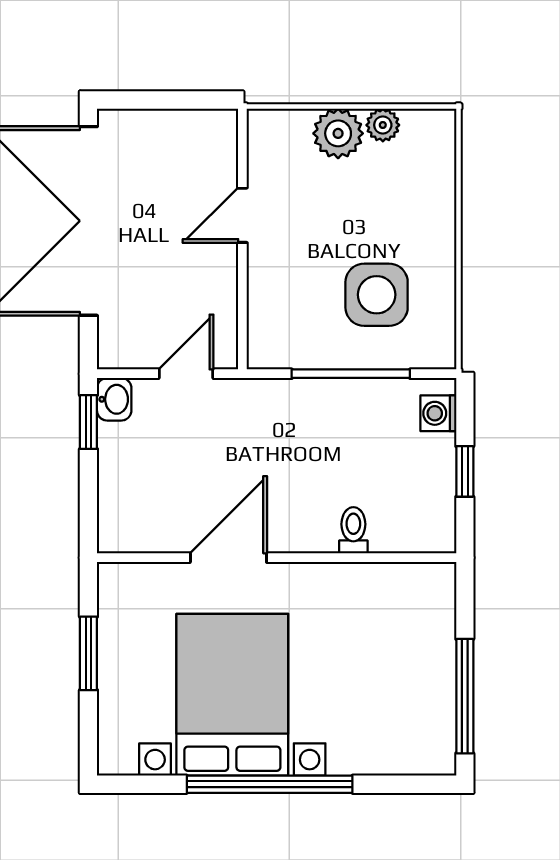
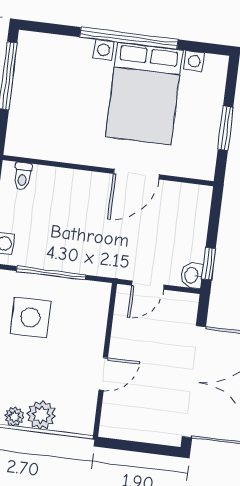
toilet: (353, 530) -> (23, 176), moved

